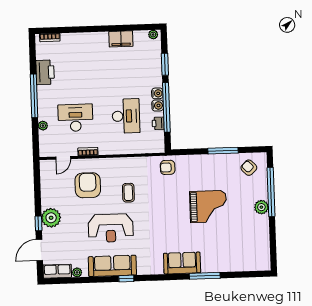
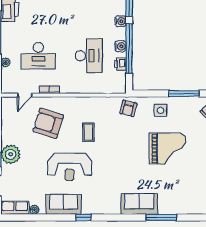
water cooler: (157, 93) -> (121, 21), moved
desk: (75, 118) -> (38, 56), turned 180
armchair: (168, 167) -> (128, 108), turned -76
side table: (200, 168) -> (160, 110), added
armchair: (88, 185) -> (48, 123), turned -73
sofa: (112, 266) -> (64, 204), width x0.73

